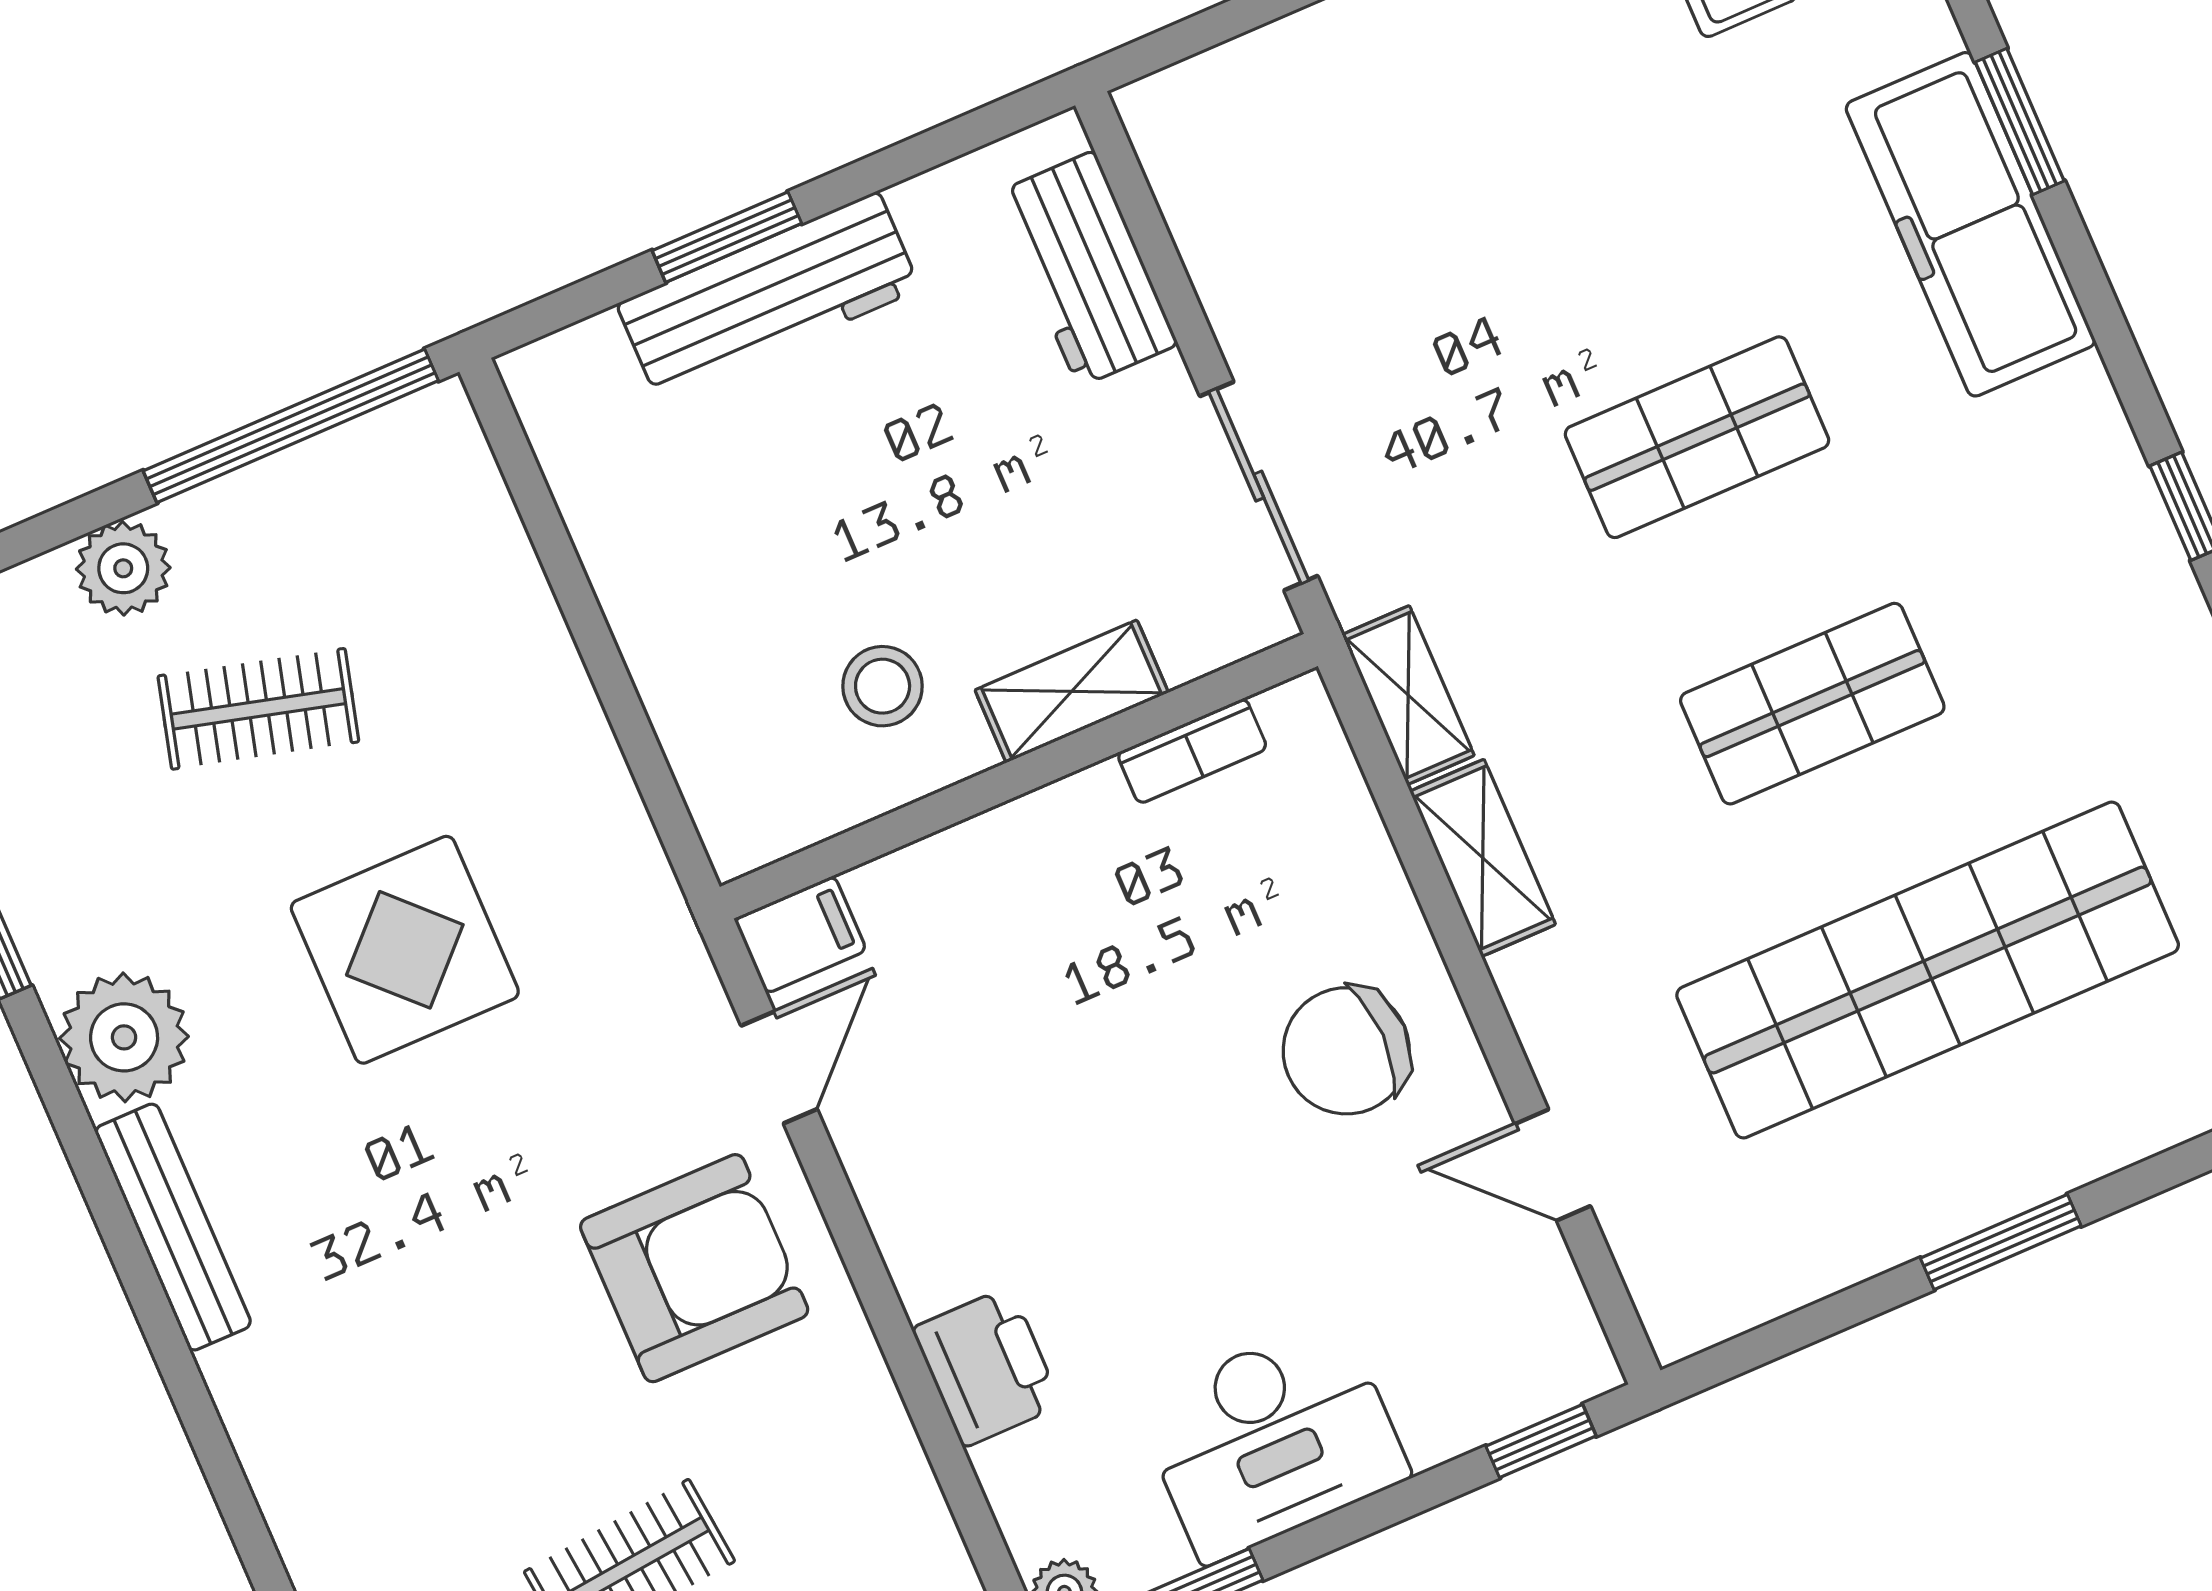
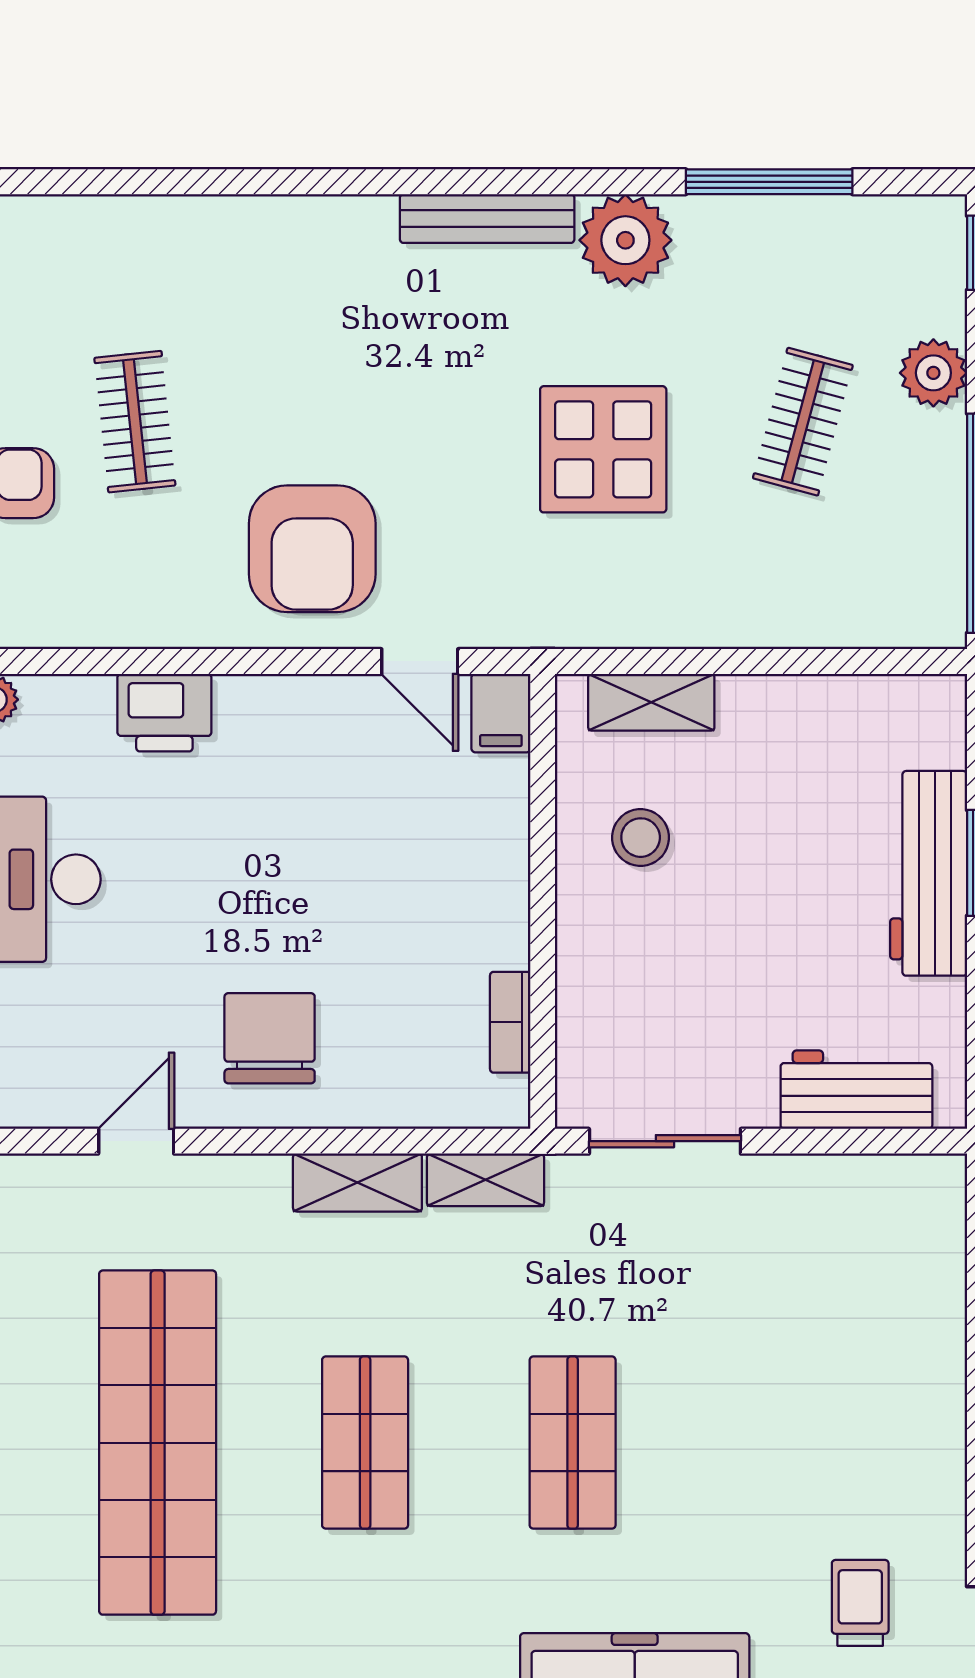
shelving: (1072, 691) -> (651, 702), moved, turned 90

